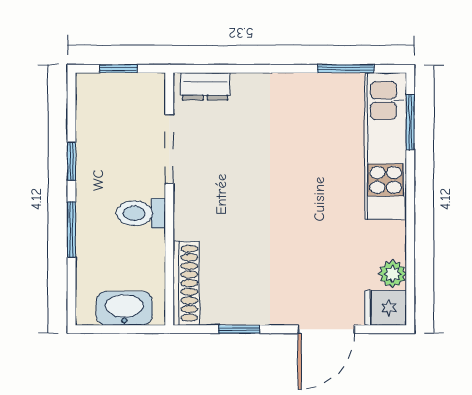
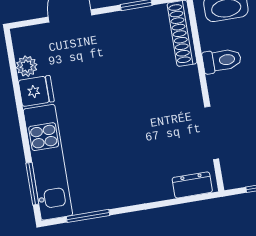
toilet: (141, 213) -> (222, 60), moved
fridge: (385, 308) -> (36, 91), moved

